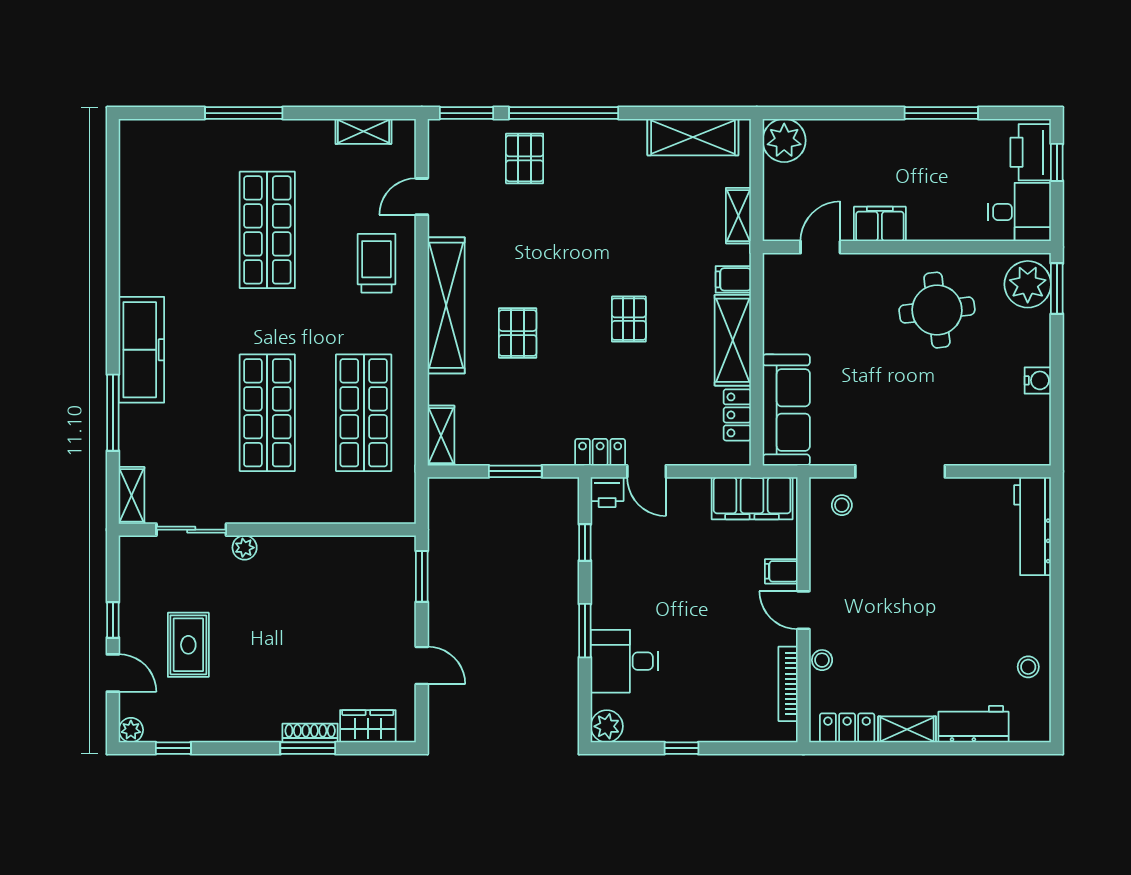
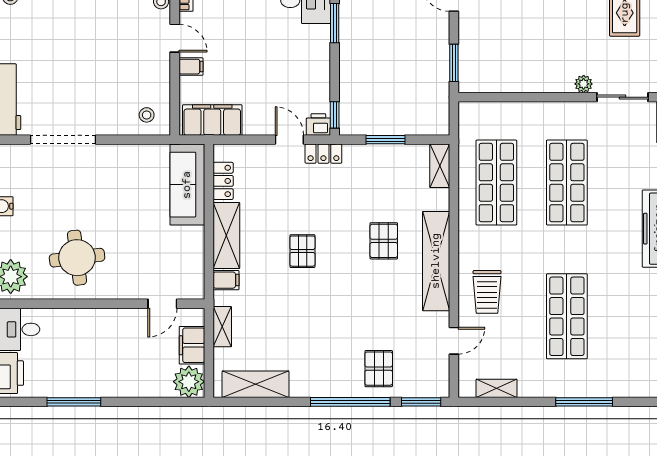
filing cabinet: (880, 224) -> (192, 345), moved, turned 90
doorway: (900, 471) -> (63, 140), moved
window: (585, 542) -> (335, 115), moved

